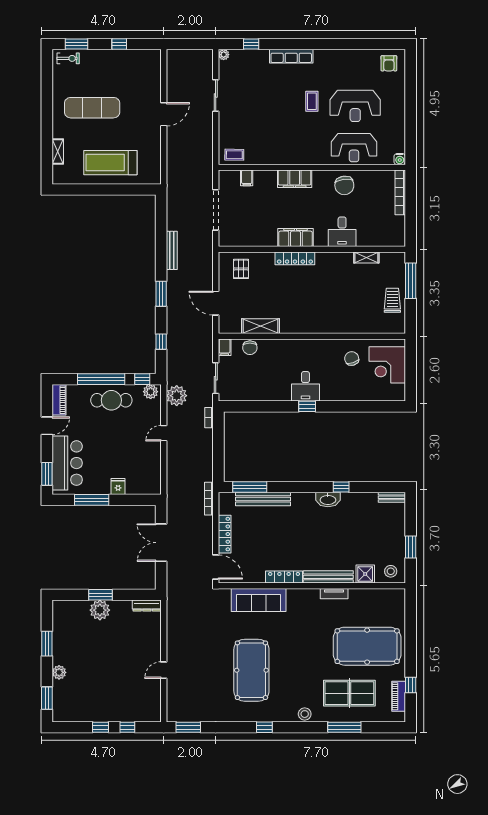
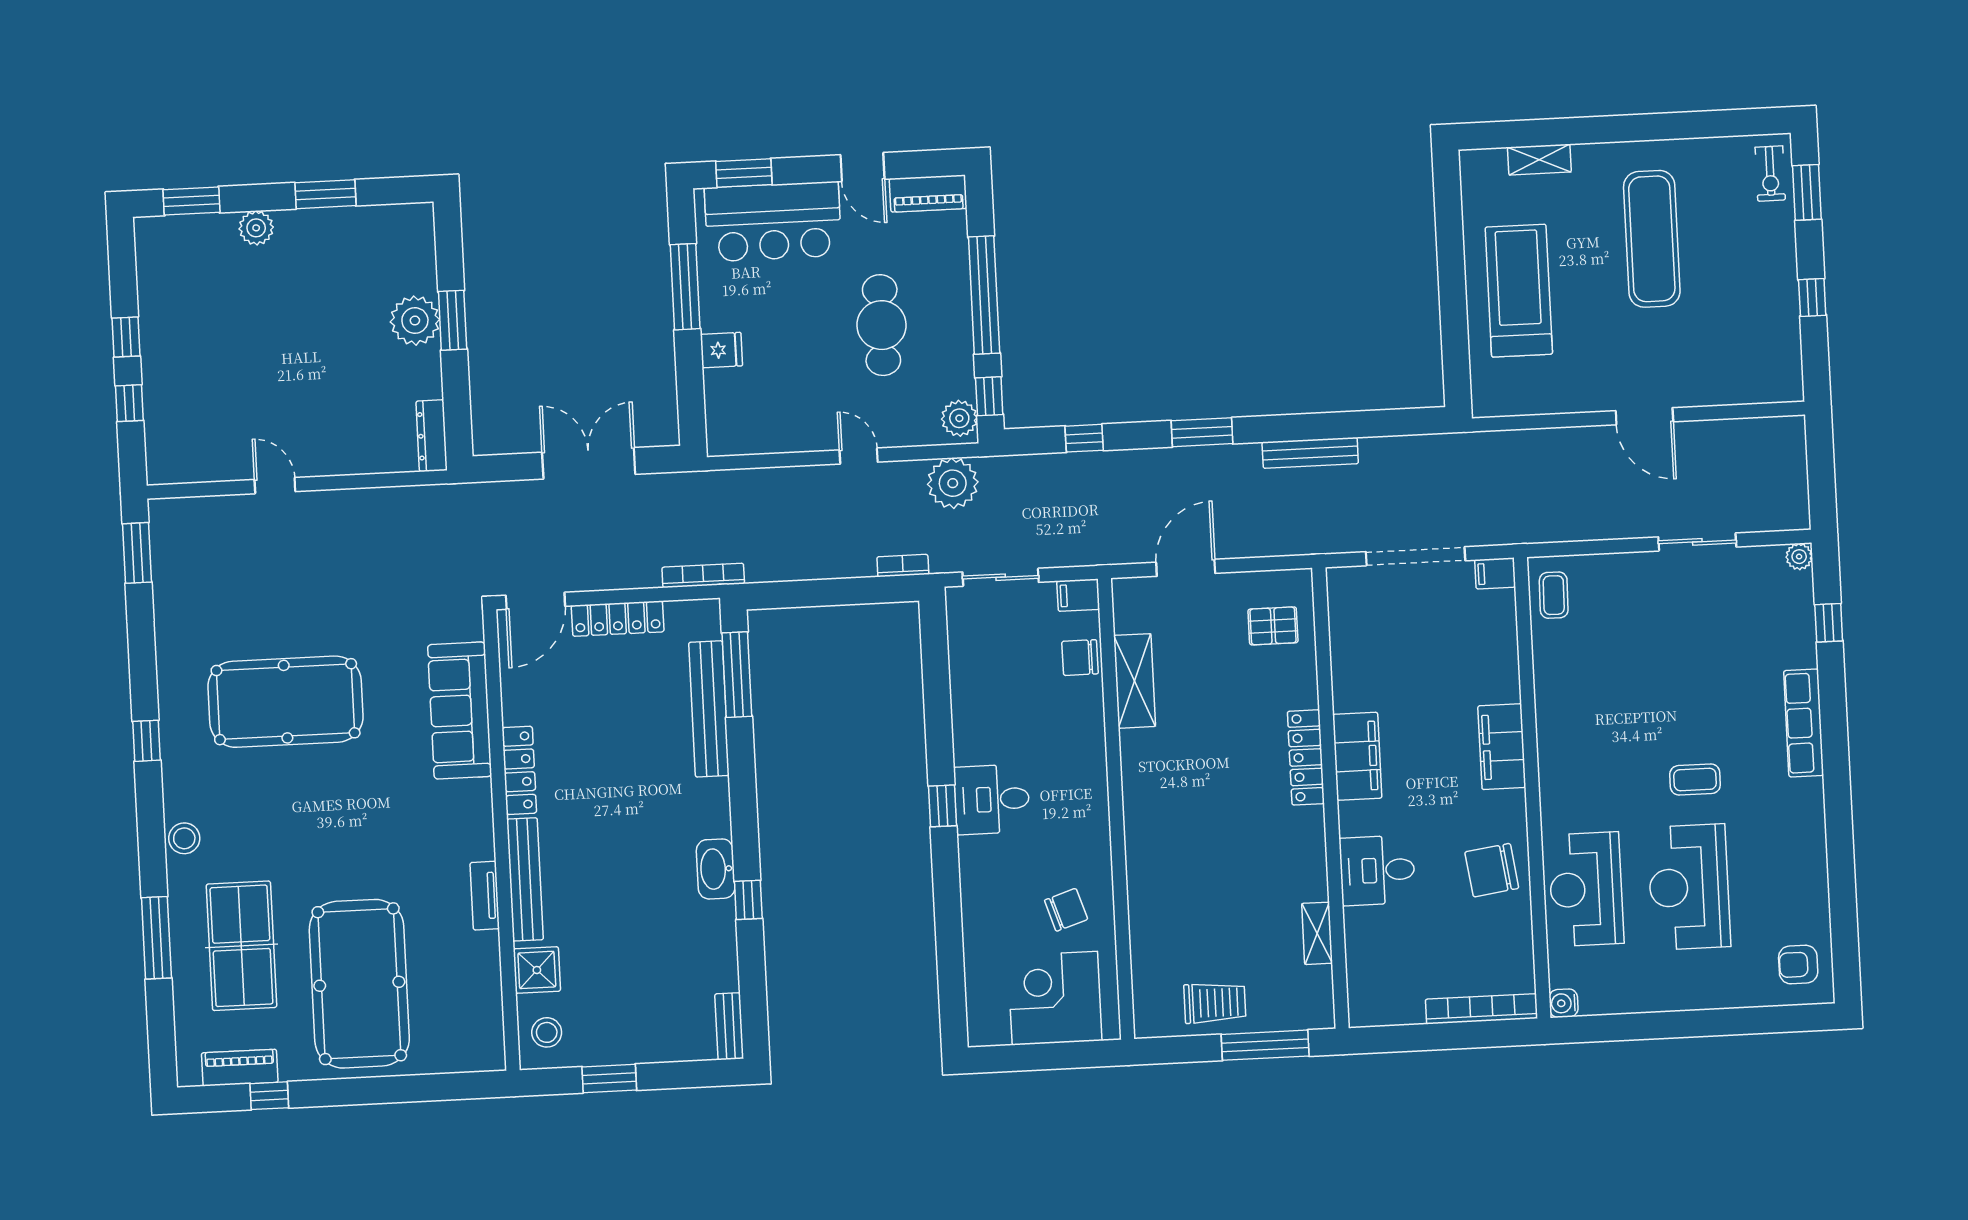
filing cabinet: (247, 178) -> (1495, 573), moved
cafe table: (111, 400) -> (882, 325), moved

